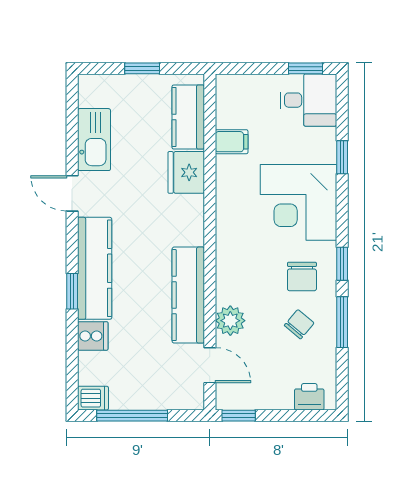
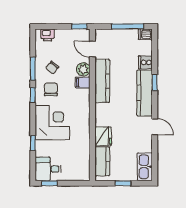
kitchen sink: (94, 140) -> (145, 167), moved
filing cabinet: (232, 142) -> (83, 83), moved

